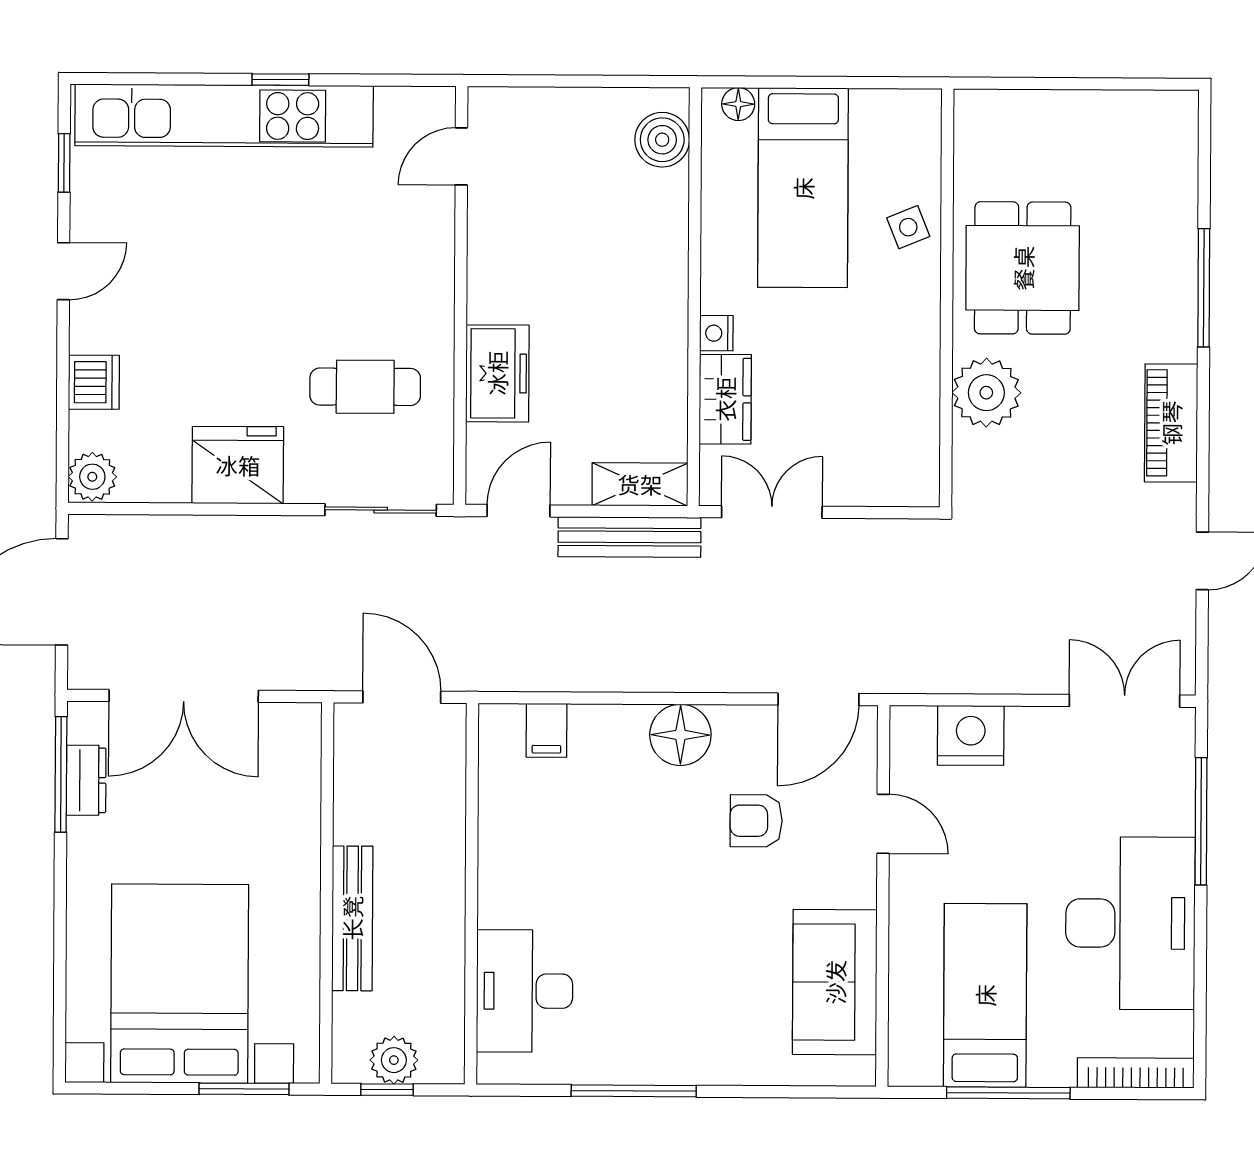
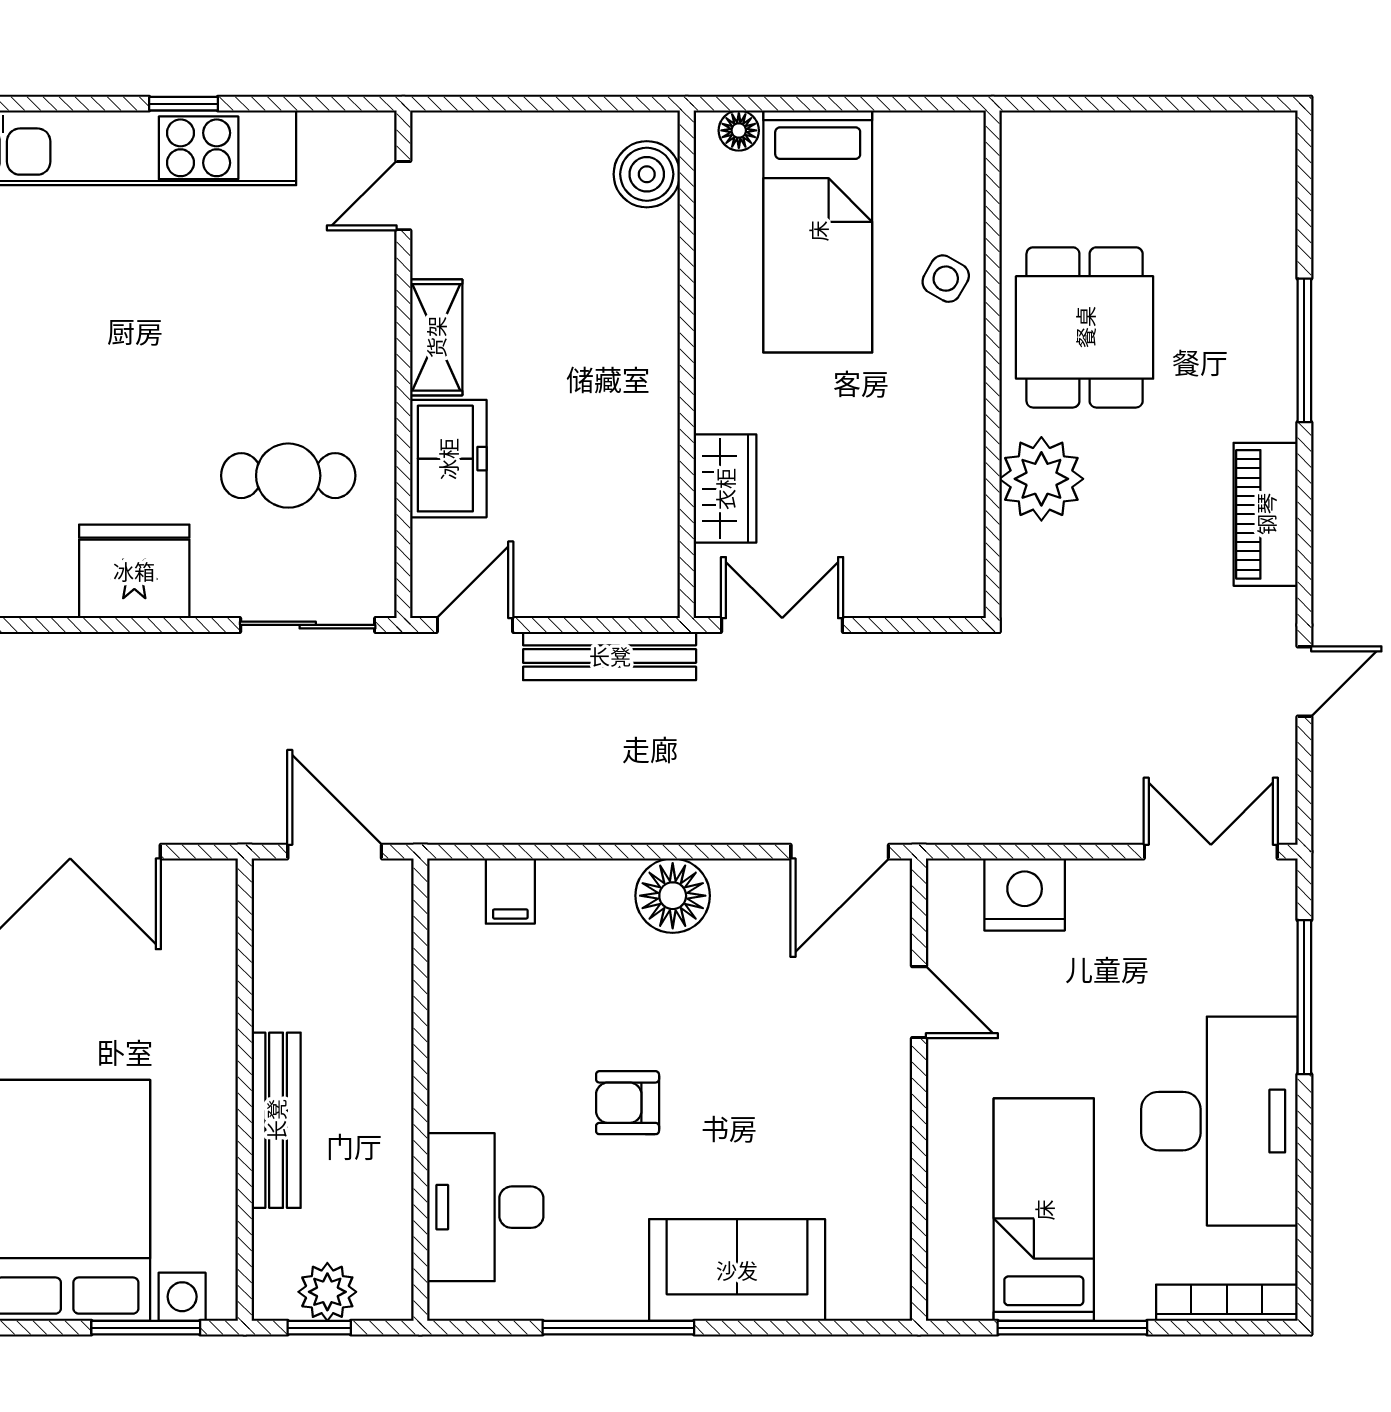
side table: (908, 227) -> (946, 279), turned -38
nightstand: (716, 333) -> (714, 408), removed
shelving: (640, 484) -> (436, 337), moved, turned 90
armchair: (756, 821) -> (628, 1103), moved
sofa: (835, 982) -> (737, 1270), moved, turned 90

